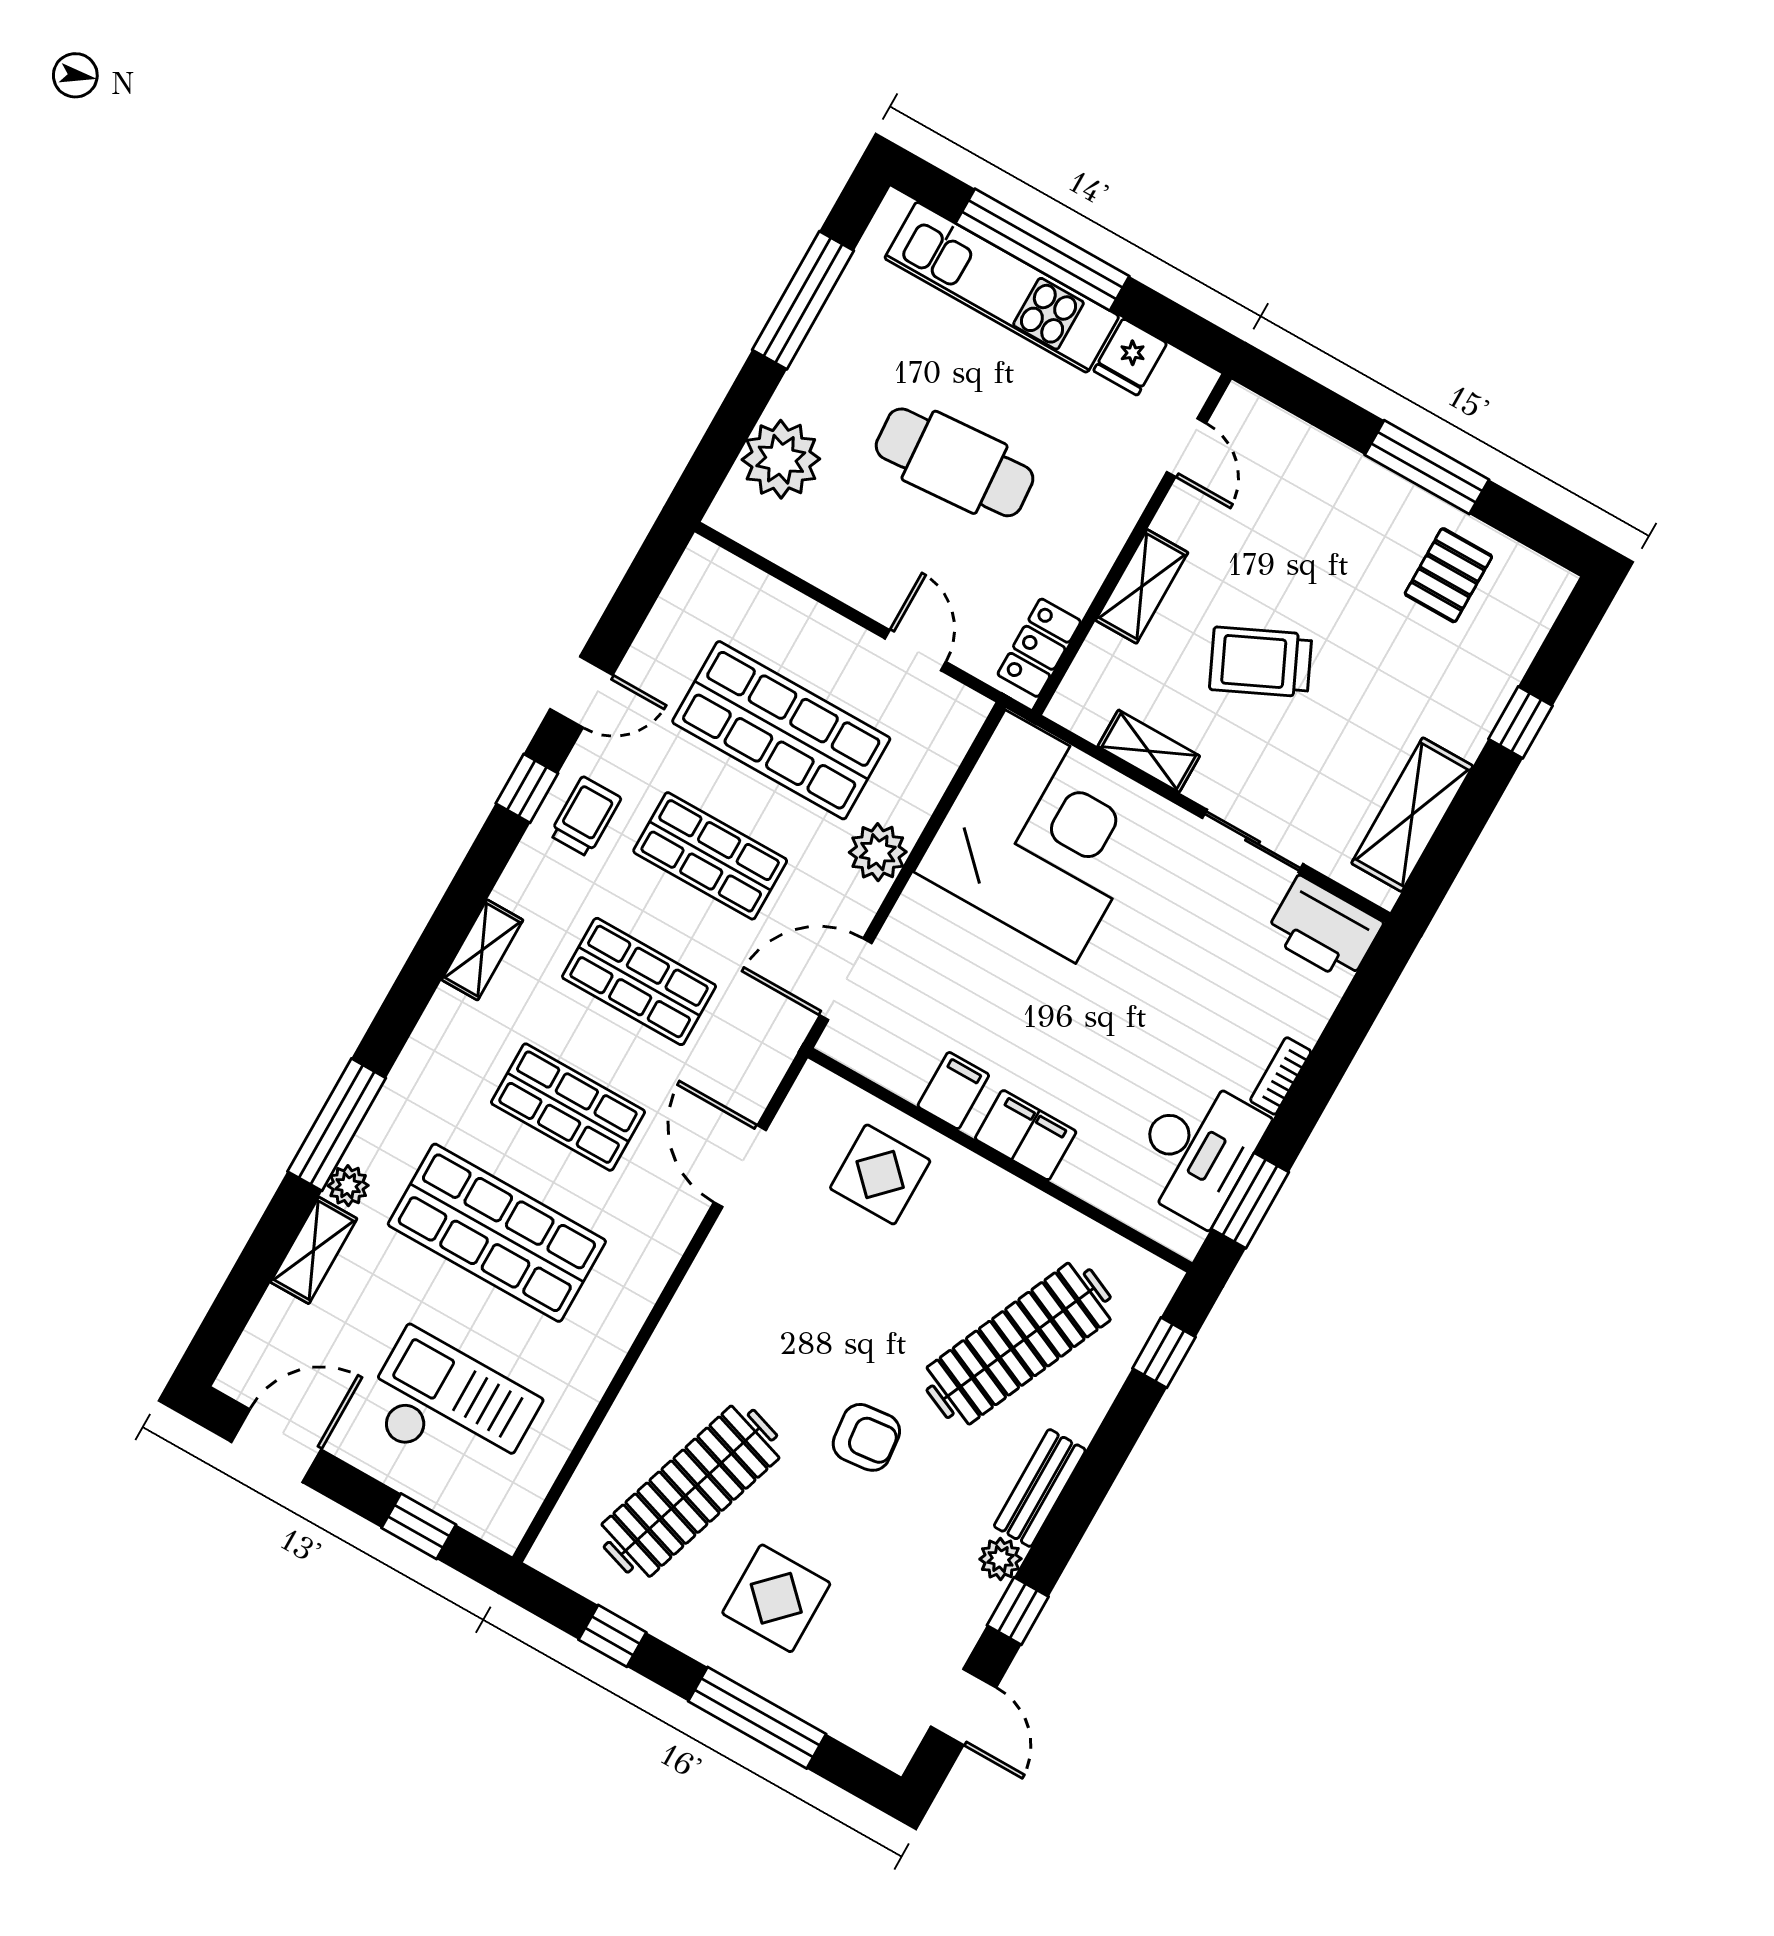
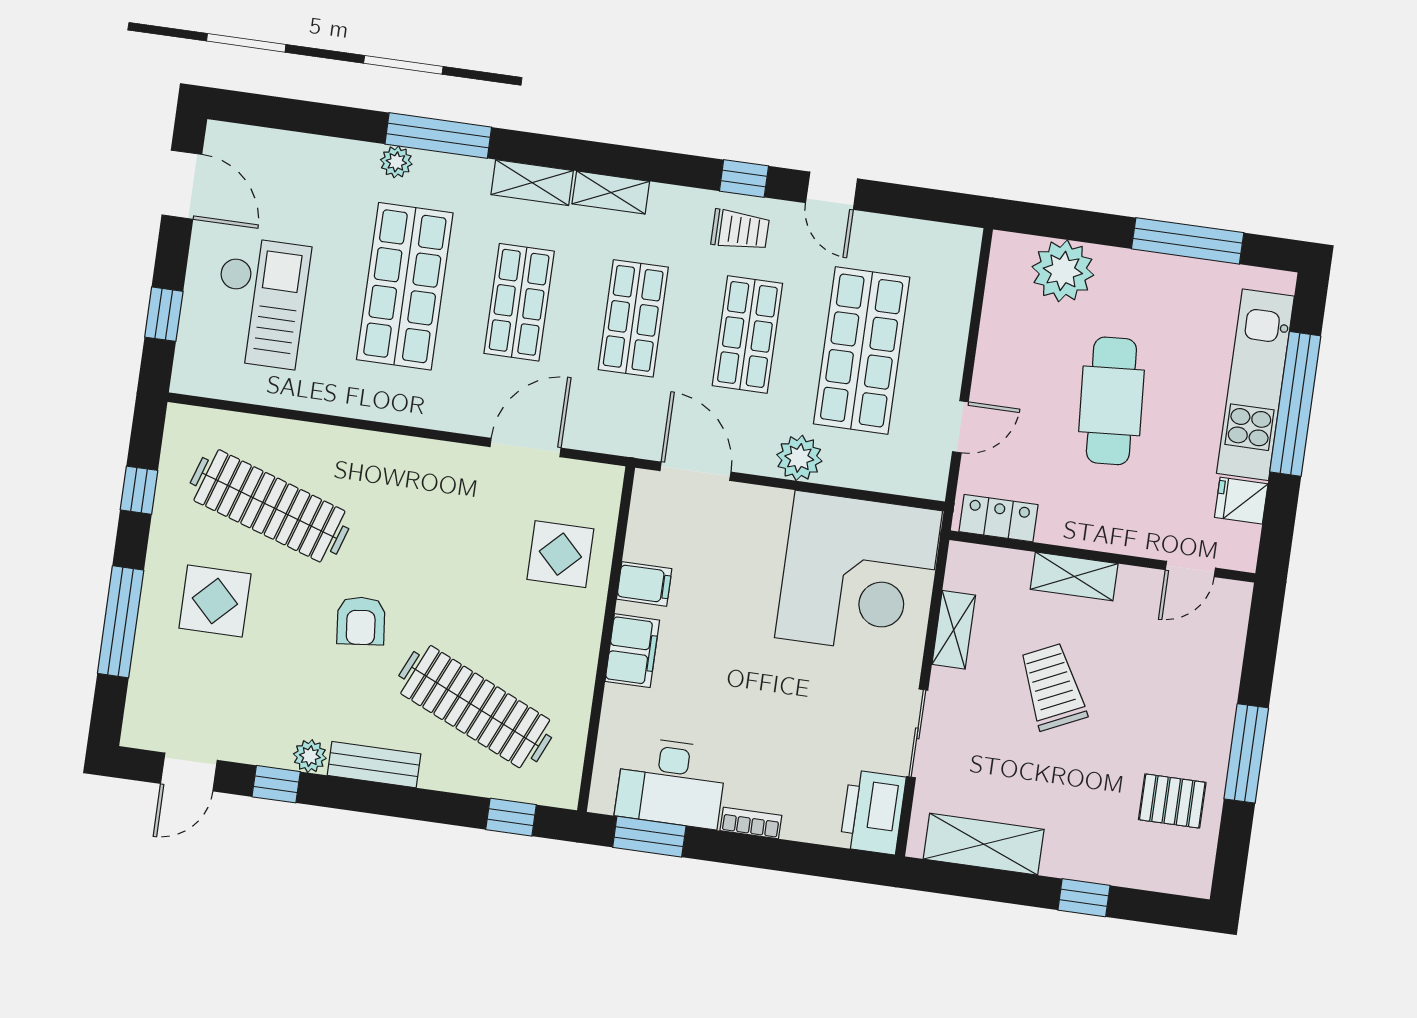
shelving: (314, 1250) -> (532, 183), moved

